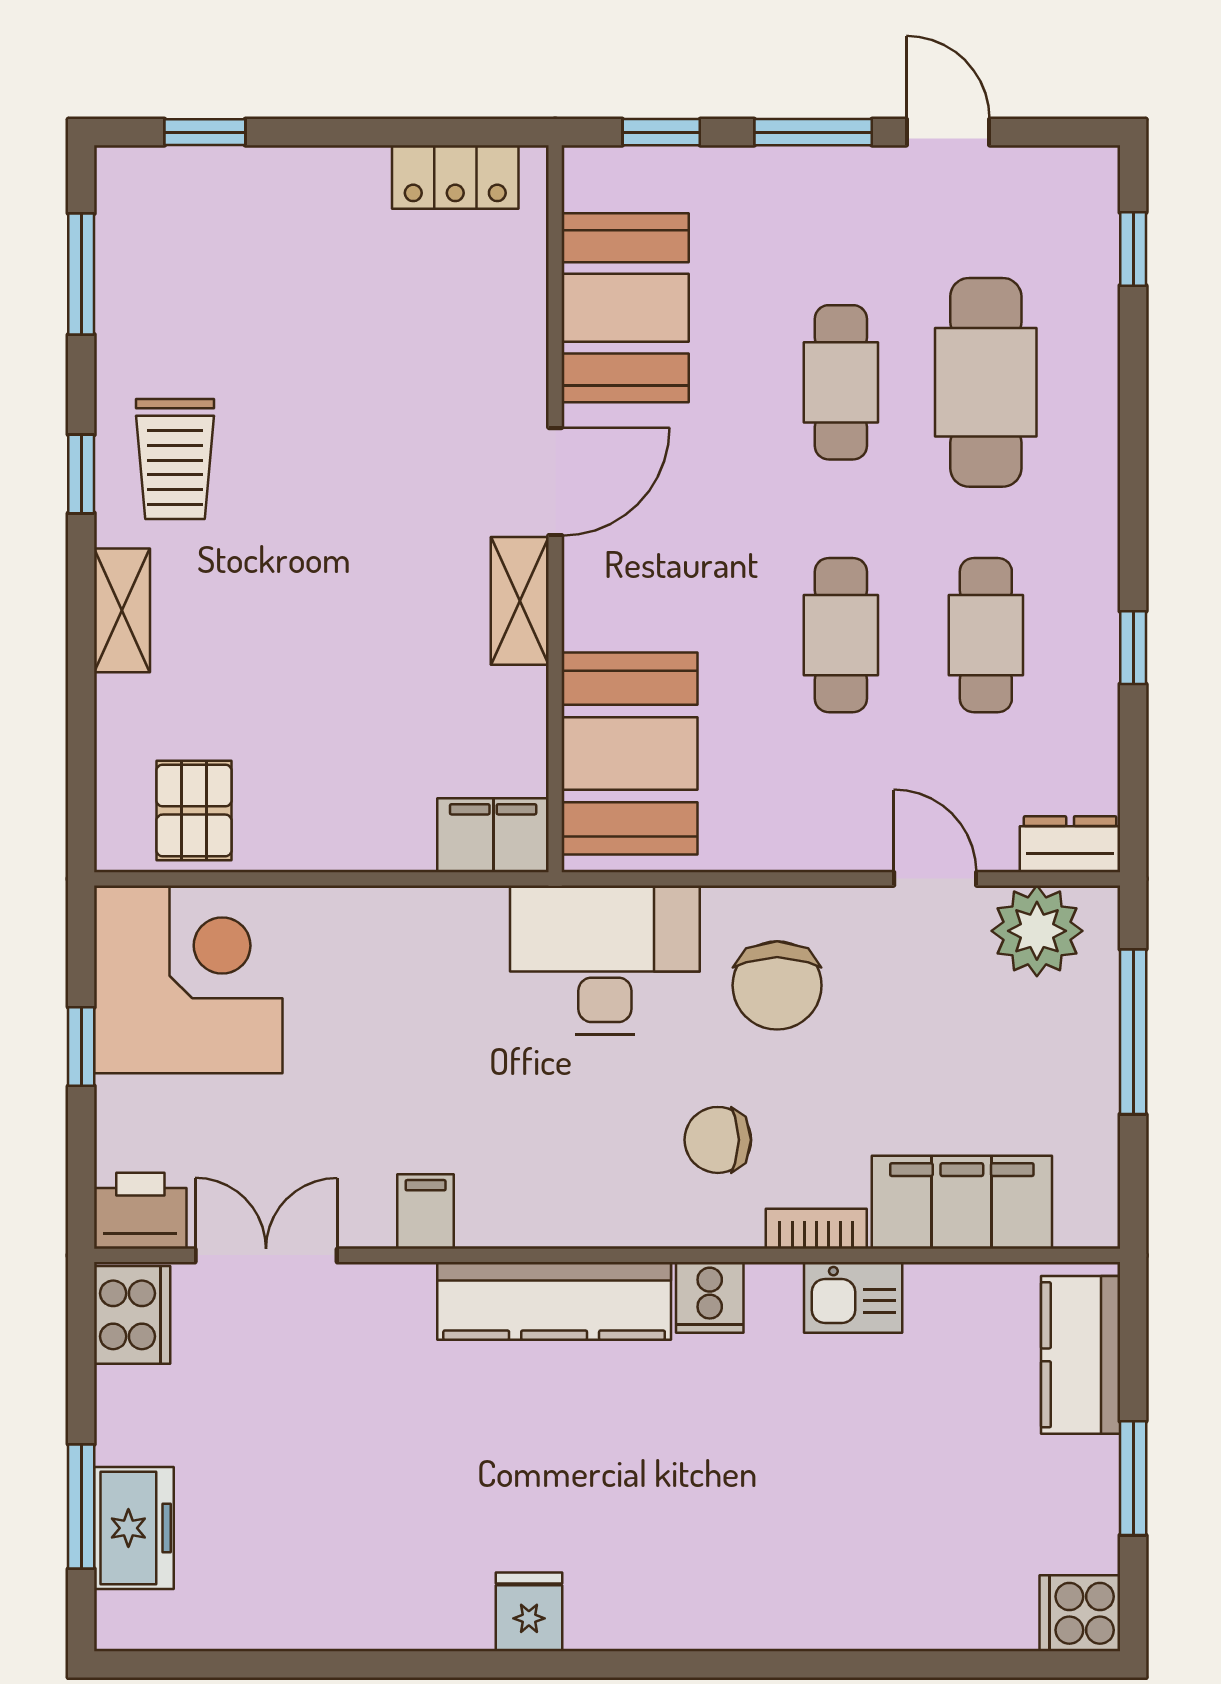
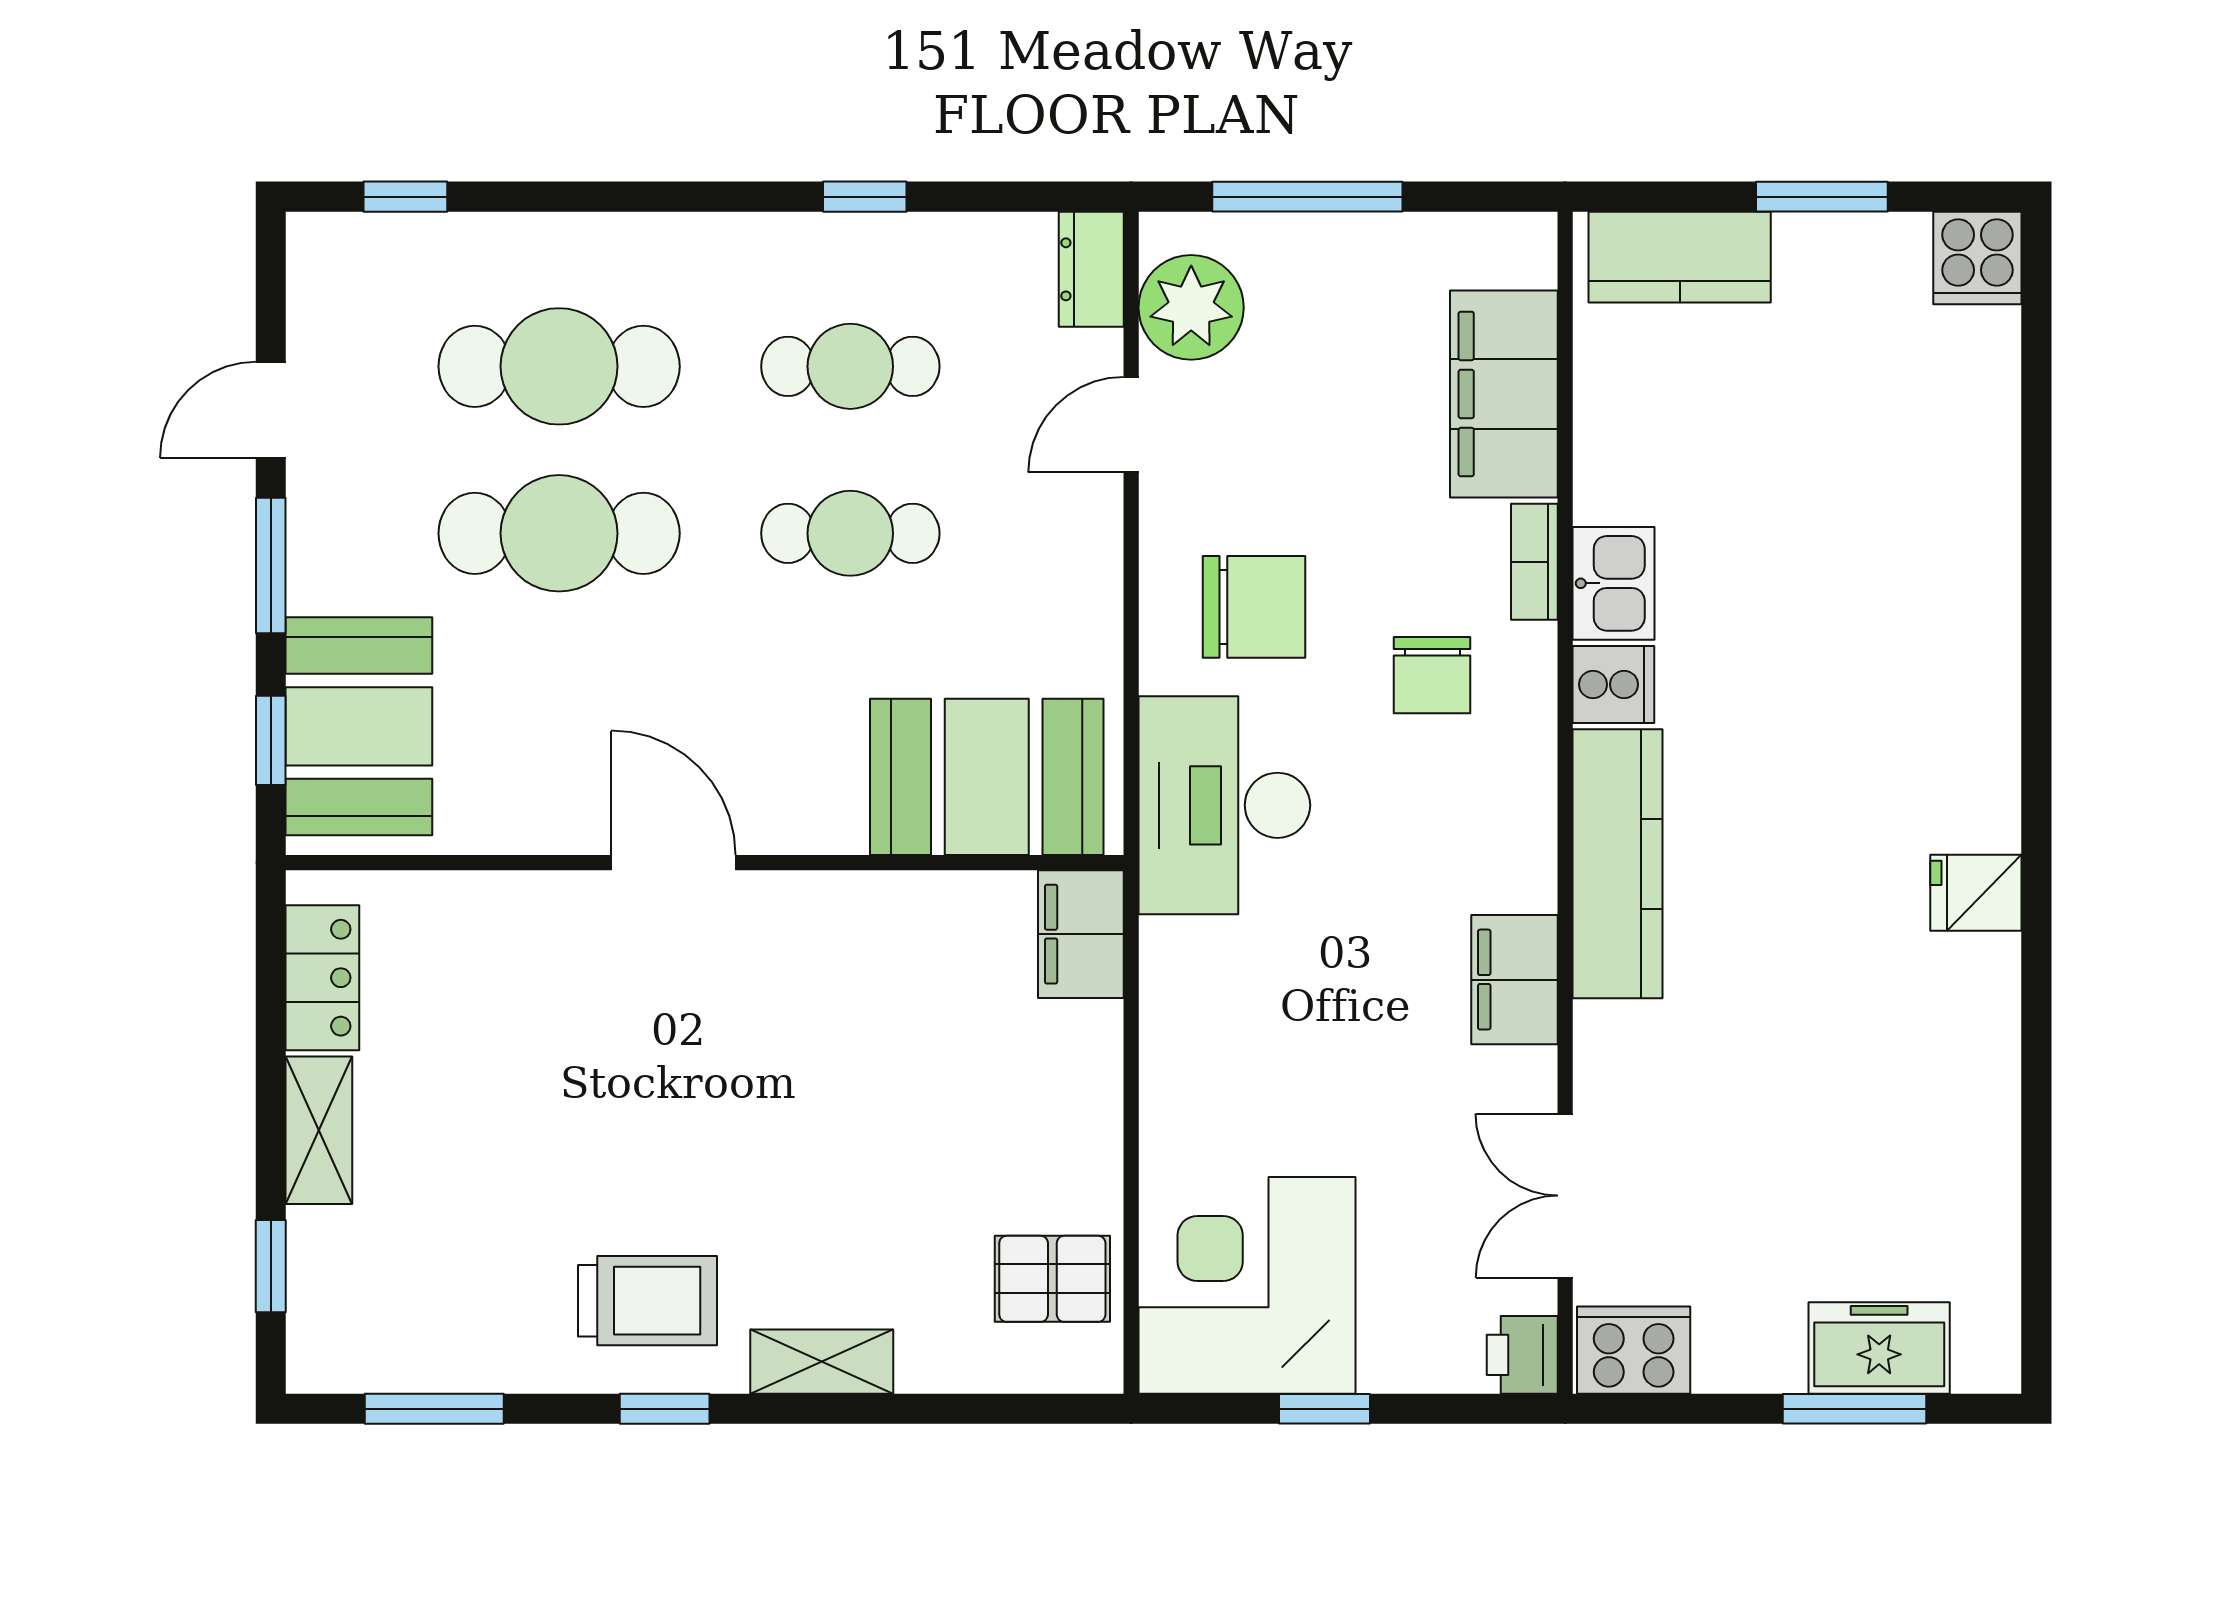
booth: (625, 308) -> (359, 726), moved, turned 90
cafe table: (841, 382) -> (559, 533), width x1.37, depth x1.35
shelving: (520, 601) -> (319, 1130), moved, turned 90
printer: (140, 1211) -> (1522, 1355), width x0.73, depth x0.81
filing cabinet: (426, 1211) -> (1514, 980), width x2.00
kitchen sink: (853, 1297) -> (1614, 583), moved

